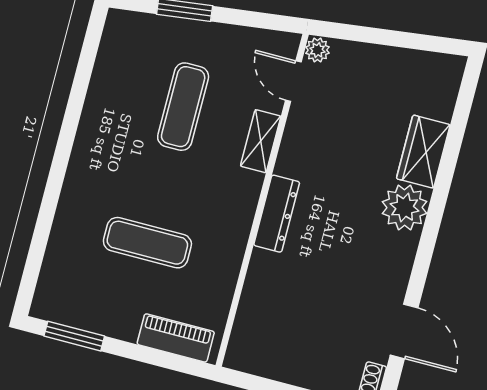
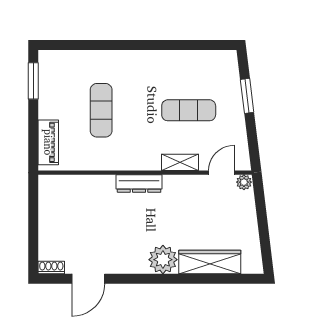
wardrobe: (423, 152) -> (210, 262), width x1.50

